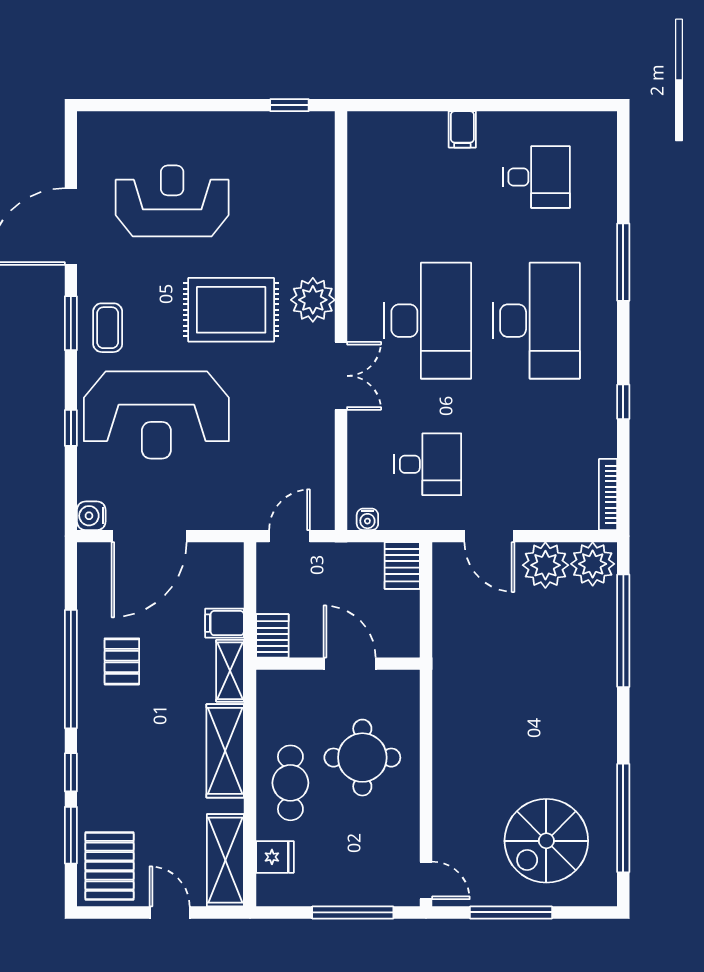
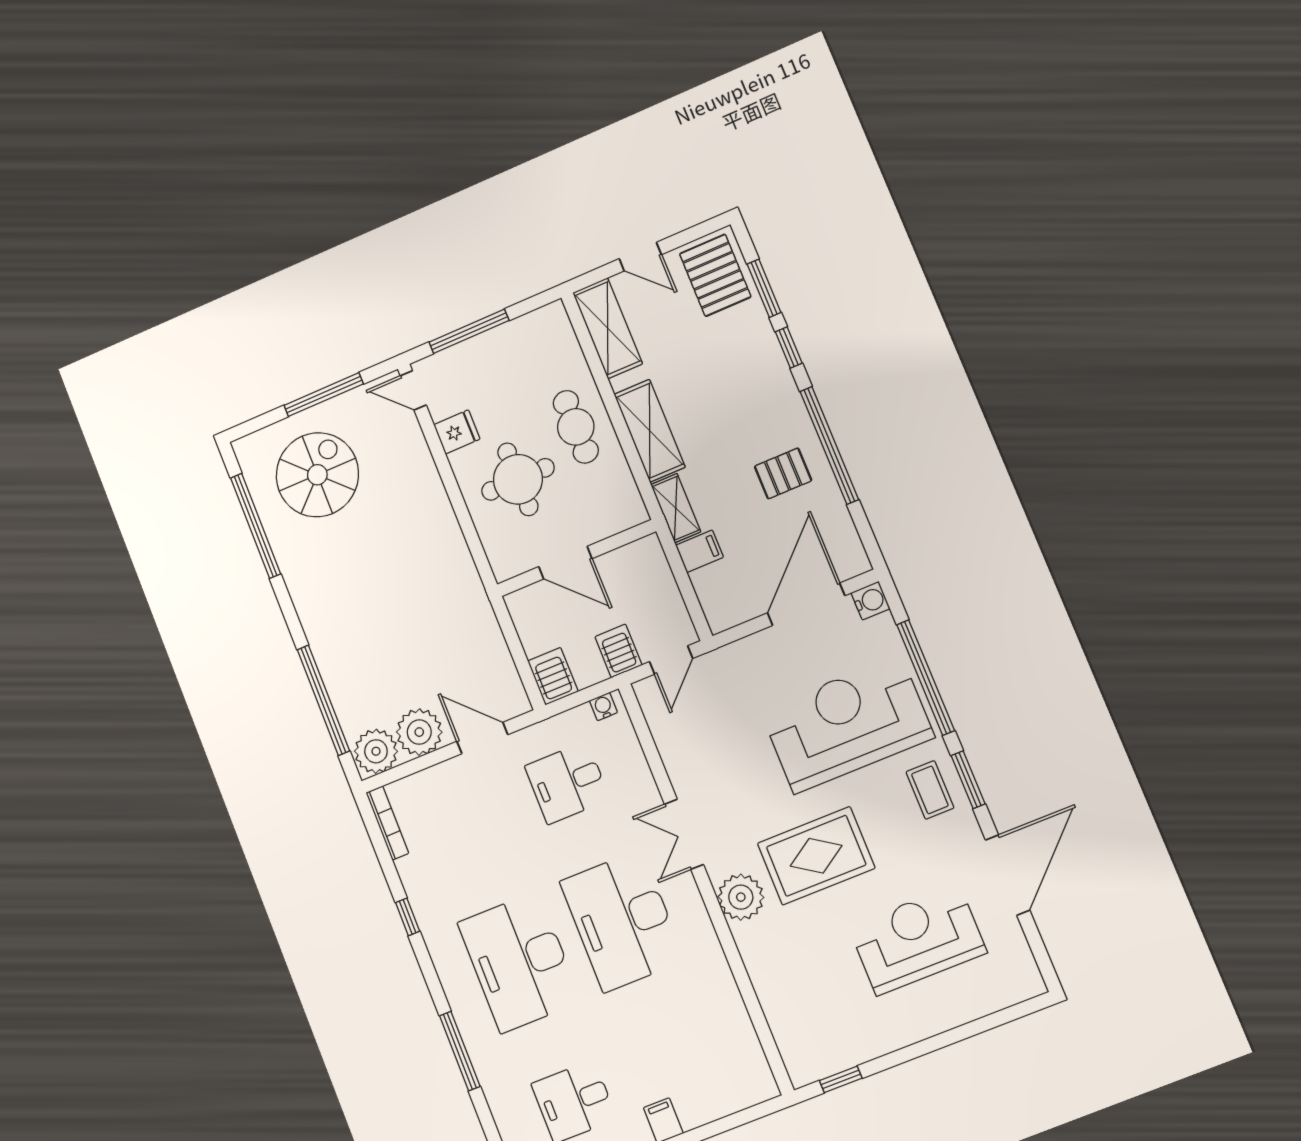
reception desk: (172, 201) -> (918, 940), turned 180
window: (71, 428) -> (926, 678), width x3.17
server rack: (272, 636) -> (618, 651), moved, turned 180
pallet: (122, 661) -> (783, 473), turned 90
fridge: (275, 857) -> (457, 432), moved, turned 180

